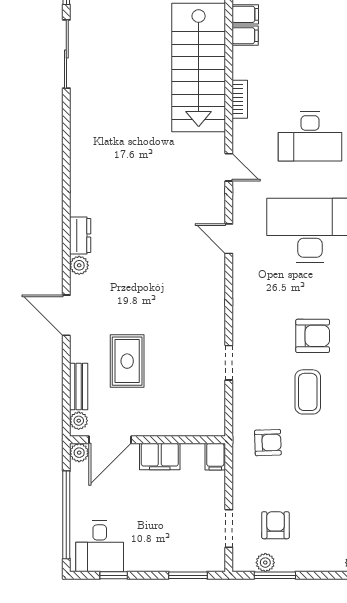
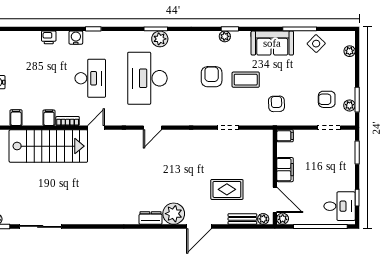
filing cabinet: (245, 36) -> (49, 118), moved
door: (229, 167) -> (96, 128), moved
plant: (79, 265) -> (174, 214), width x1.87, depth x1.87

